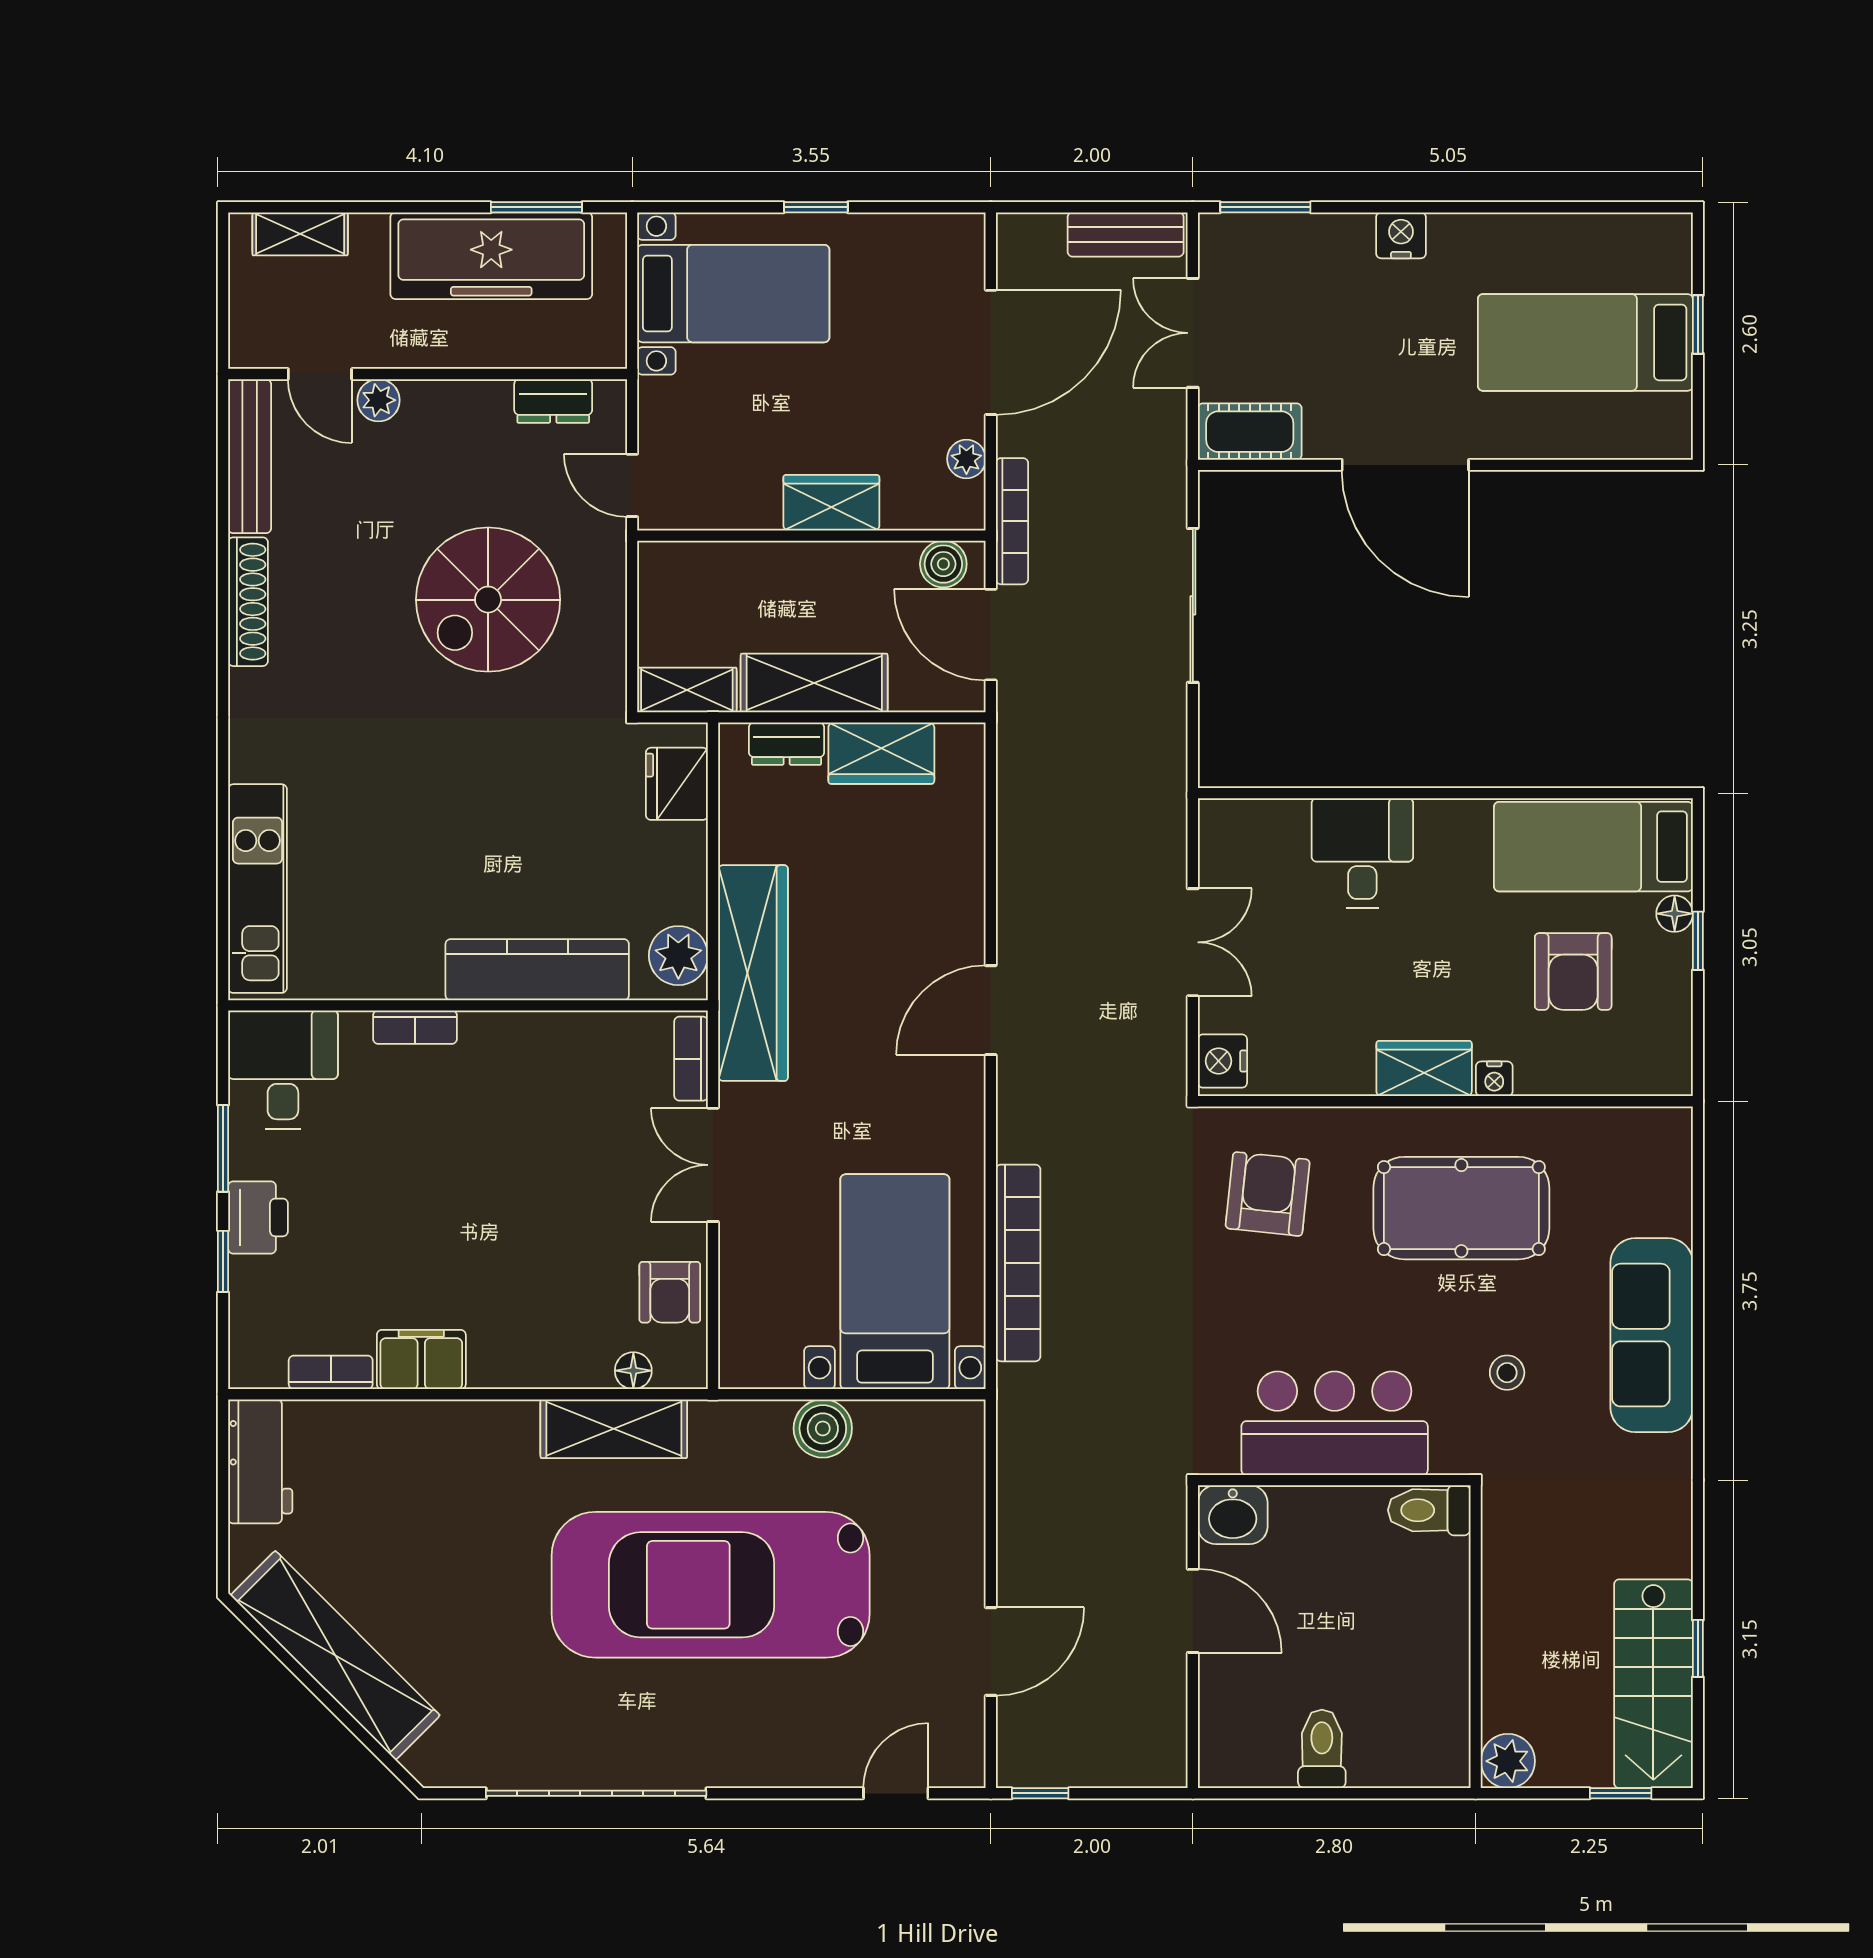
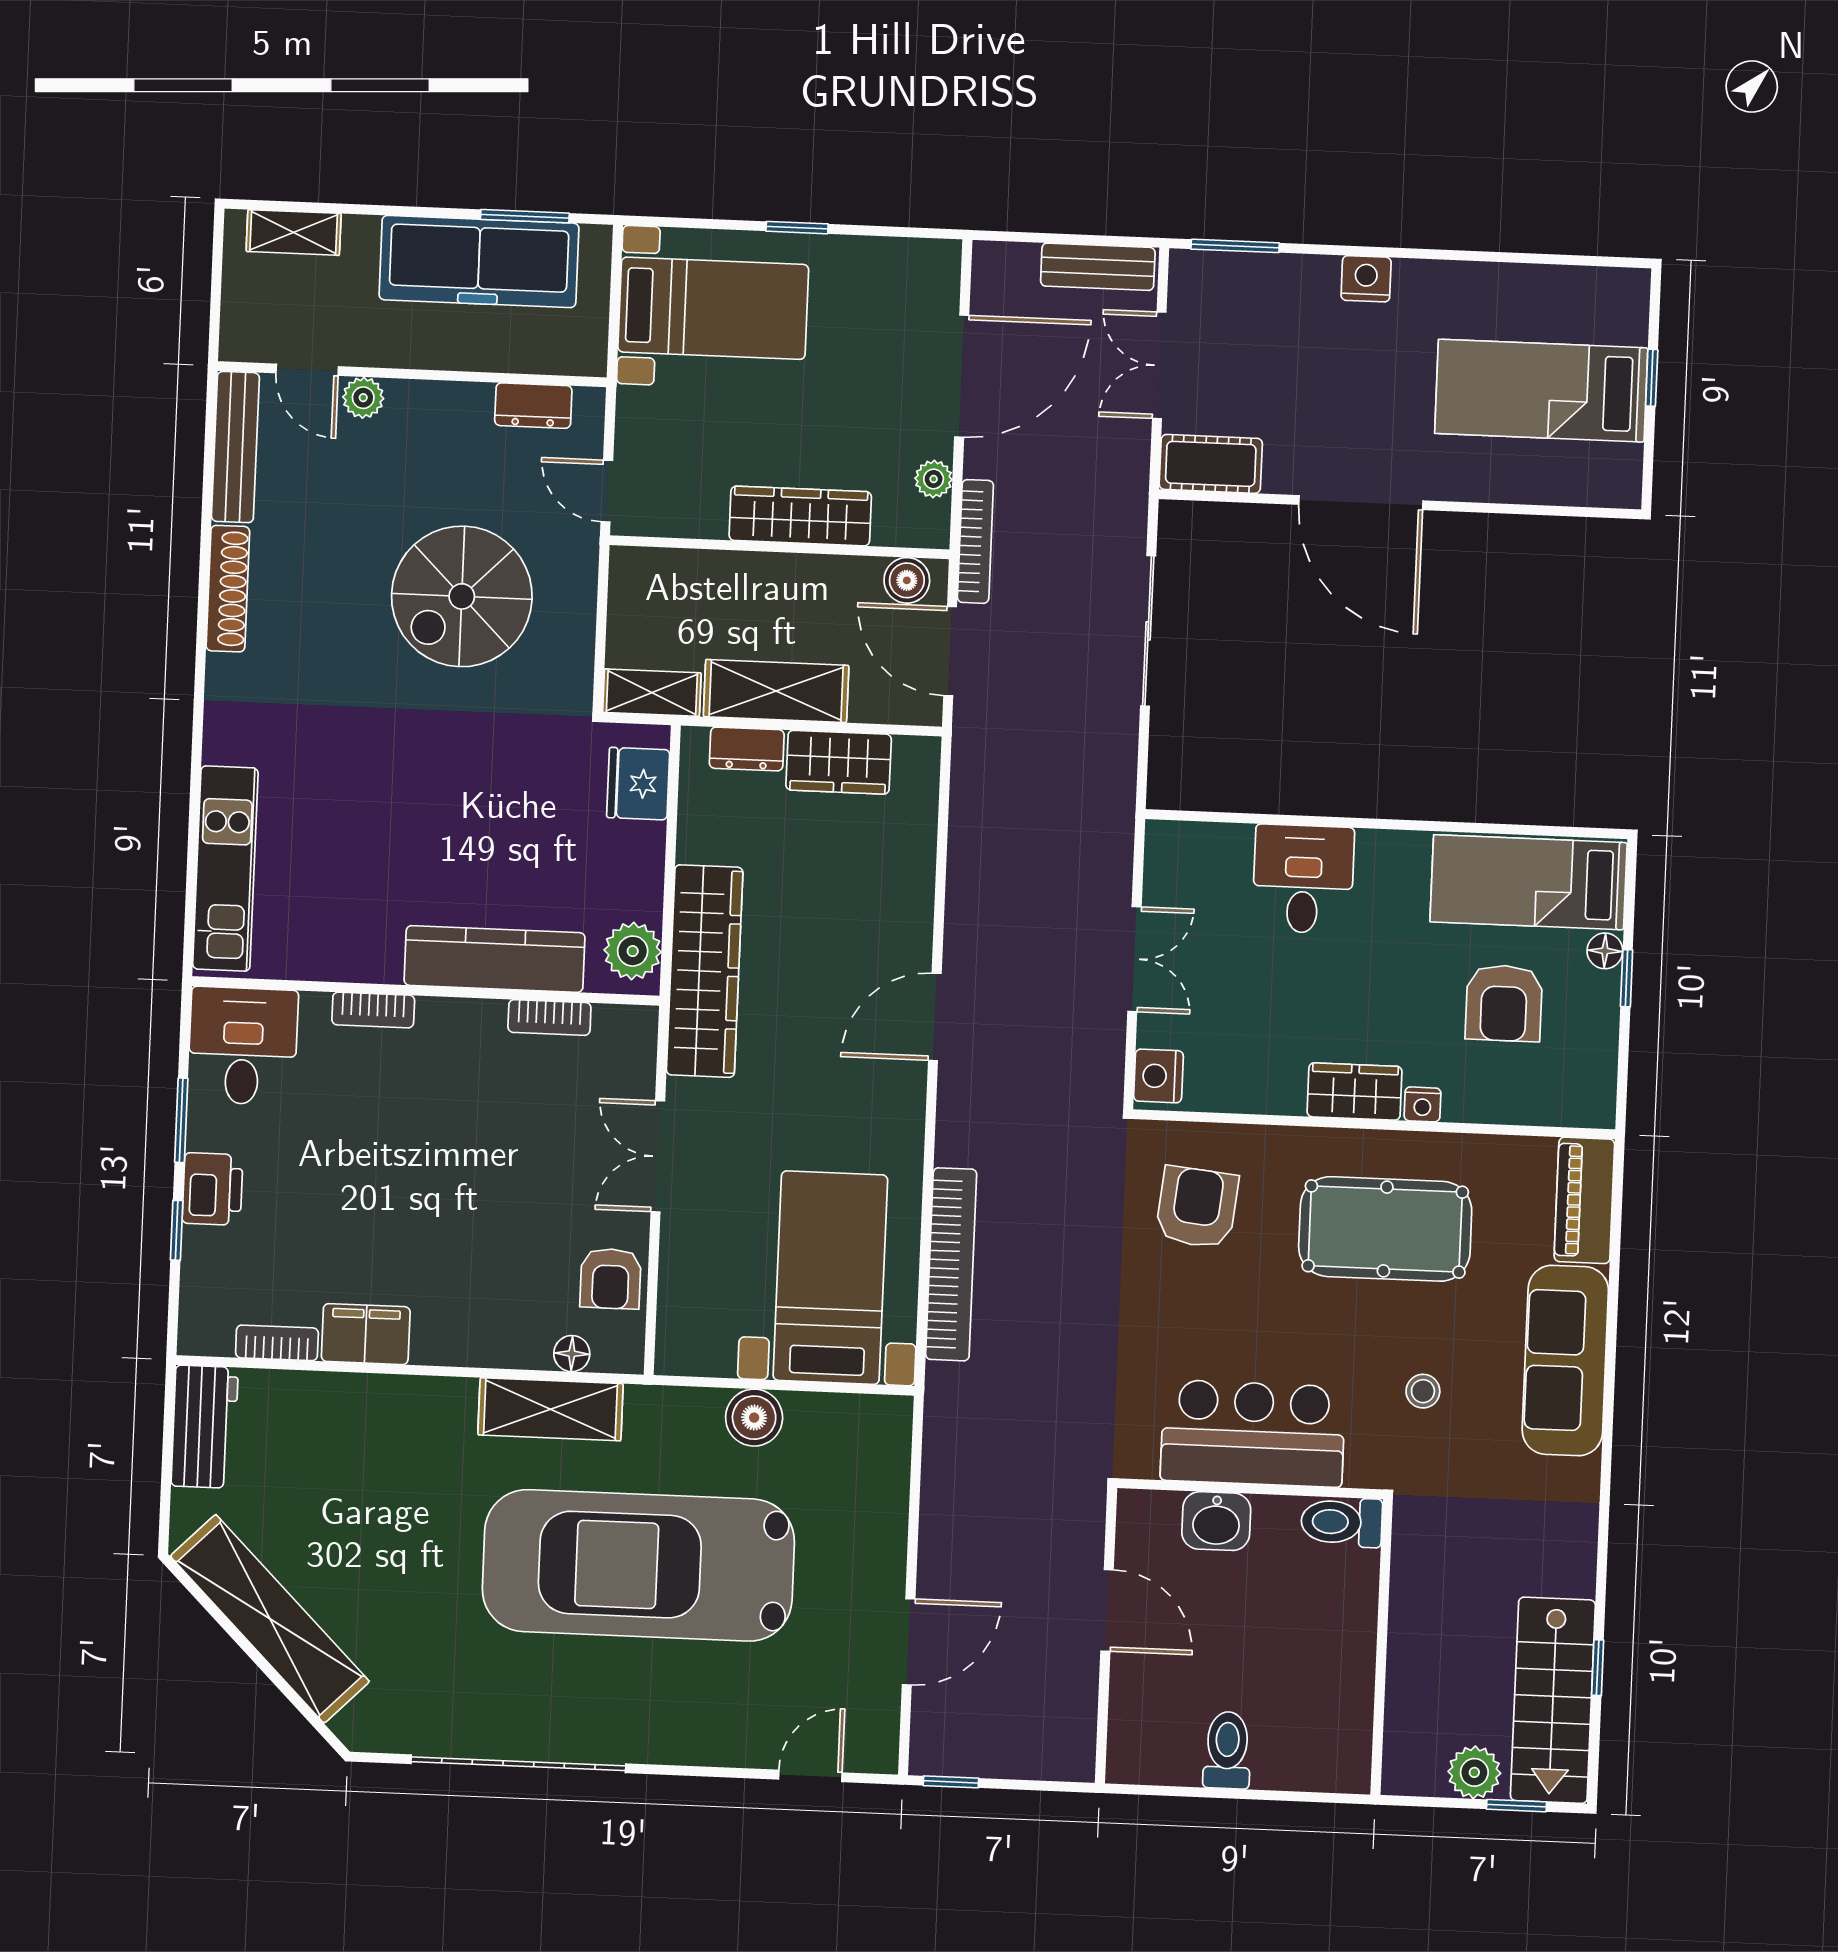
wardrobe: (831, 503) -> (800, 516), width x1.50
bookcase: (691, 1059) -> (549, 1017), moved, turned -90
piano: (1664, 1170) -> (1584, 1200), added
washbasin: (1233, 1515) -> (1216, 1521), moved
plant: (1508, 1761) -> (1474, 1772), moved

